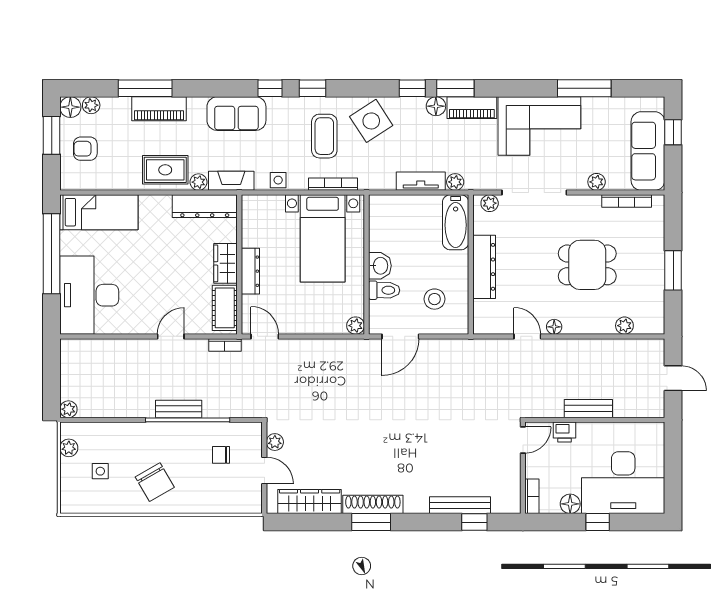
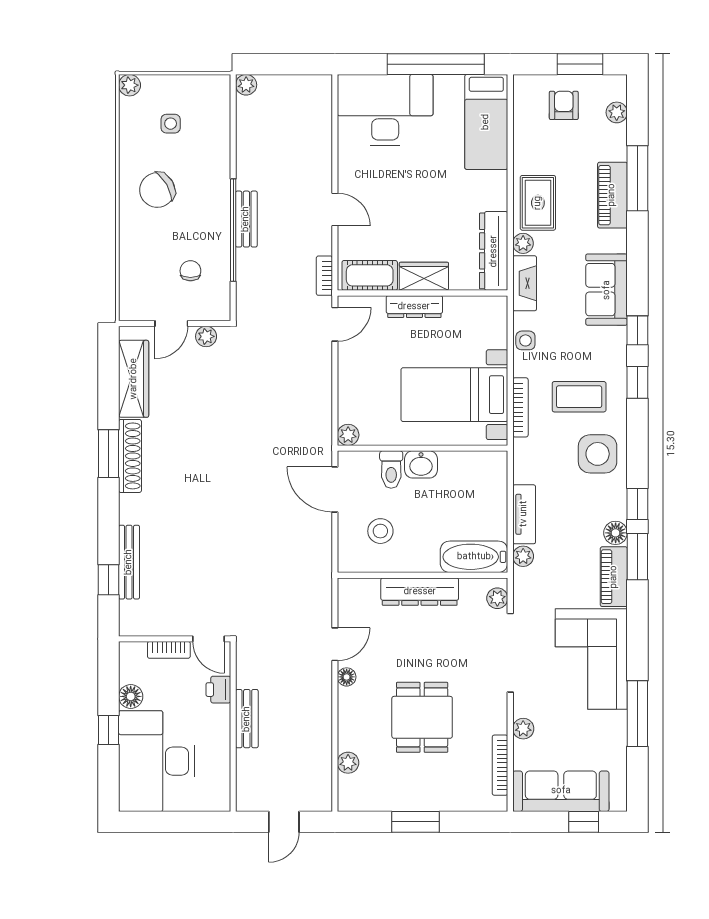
floor lamp: (70, 107) -> (614, 87), removed
side table: (371, 121) -> (598, 454), turned 33
plant: (69, 448) -> (130, 85), moved
bookcase: (532, 496) -> (169, 650), moved

